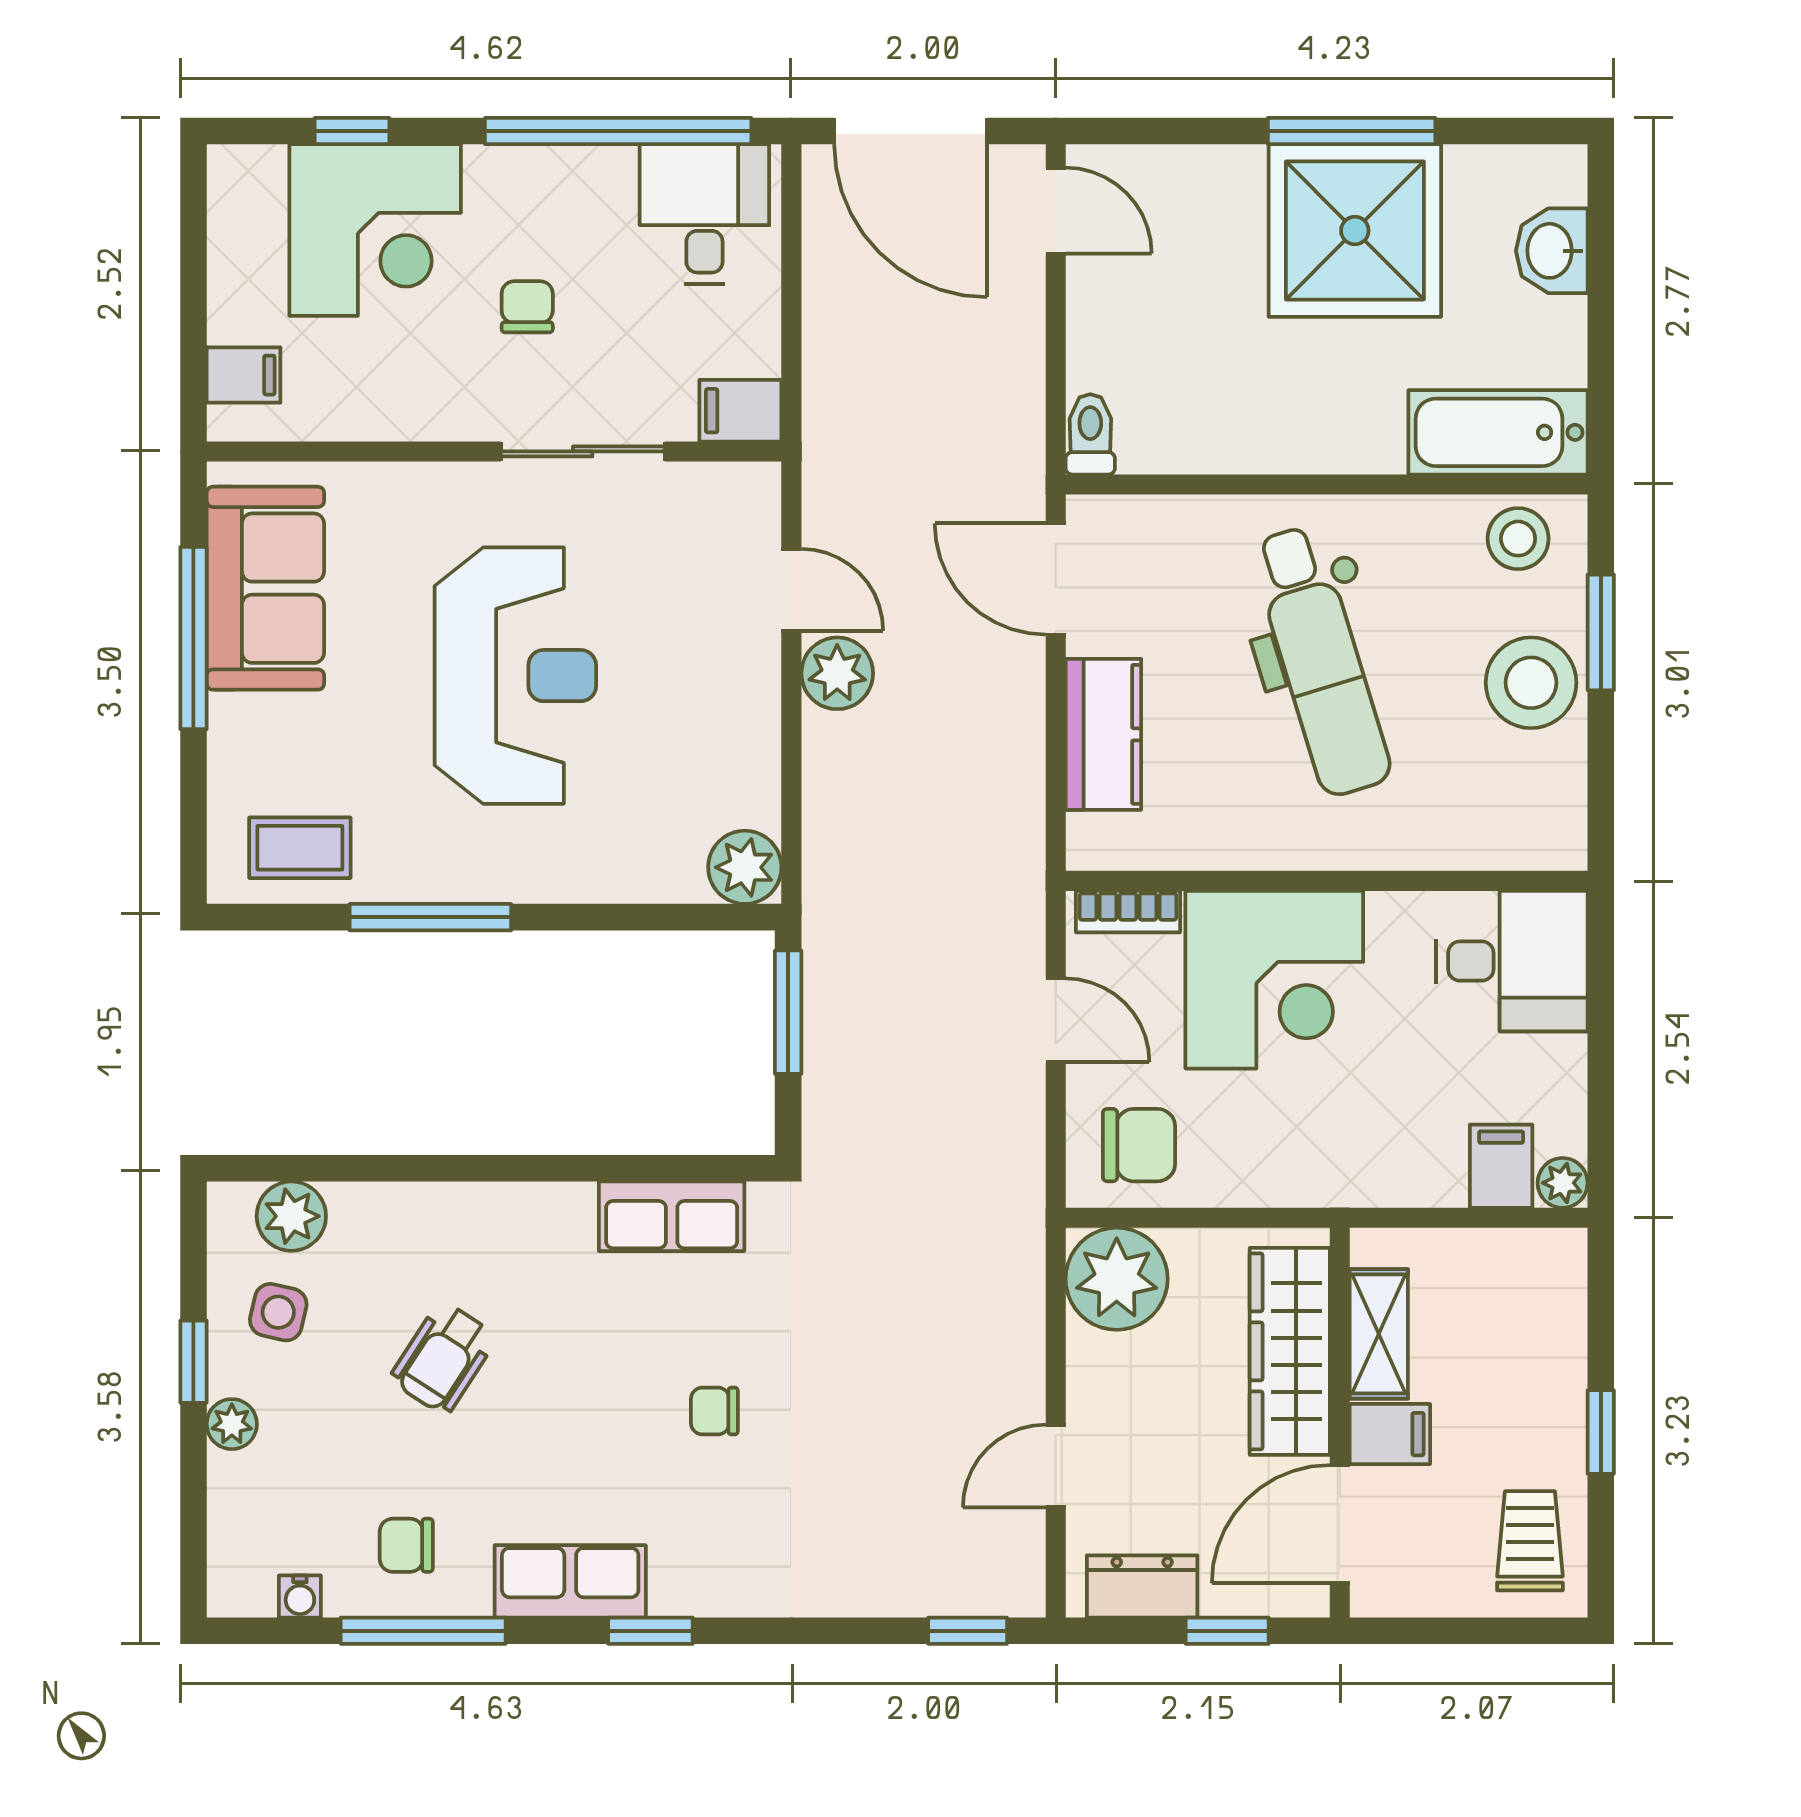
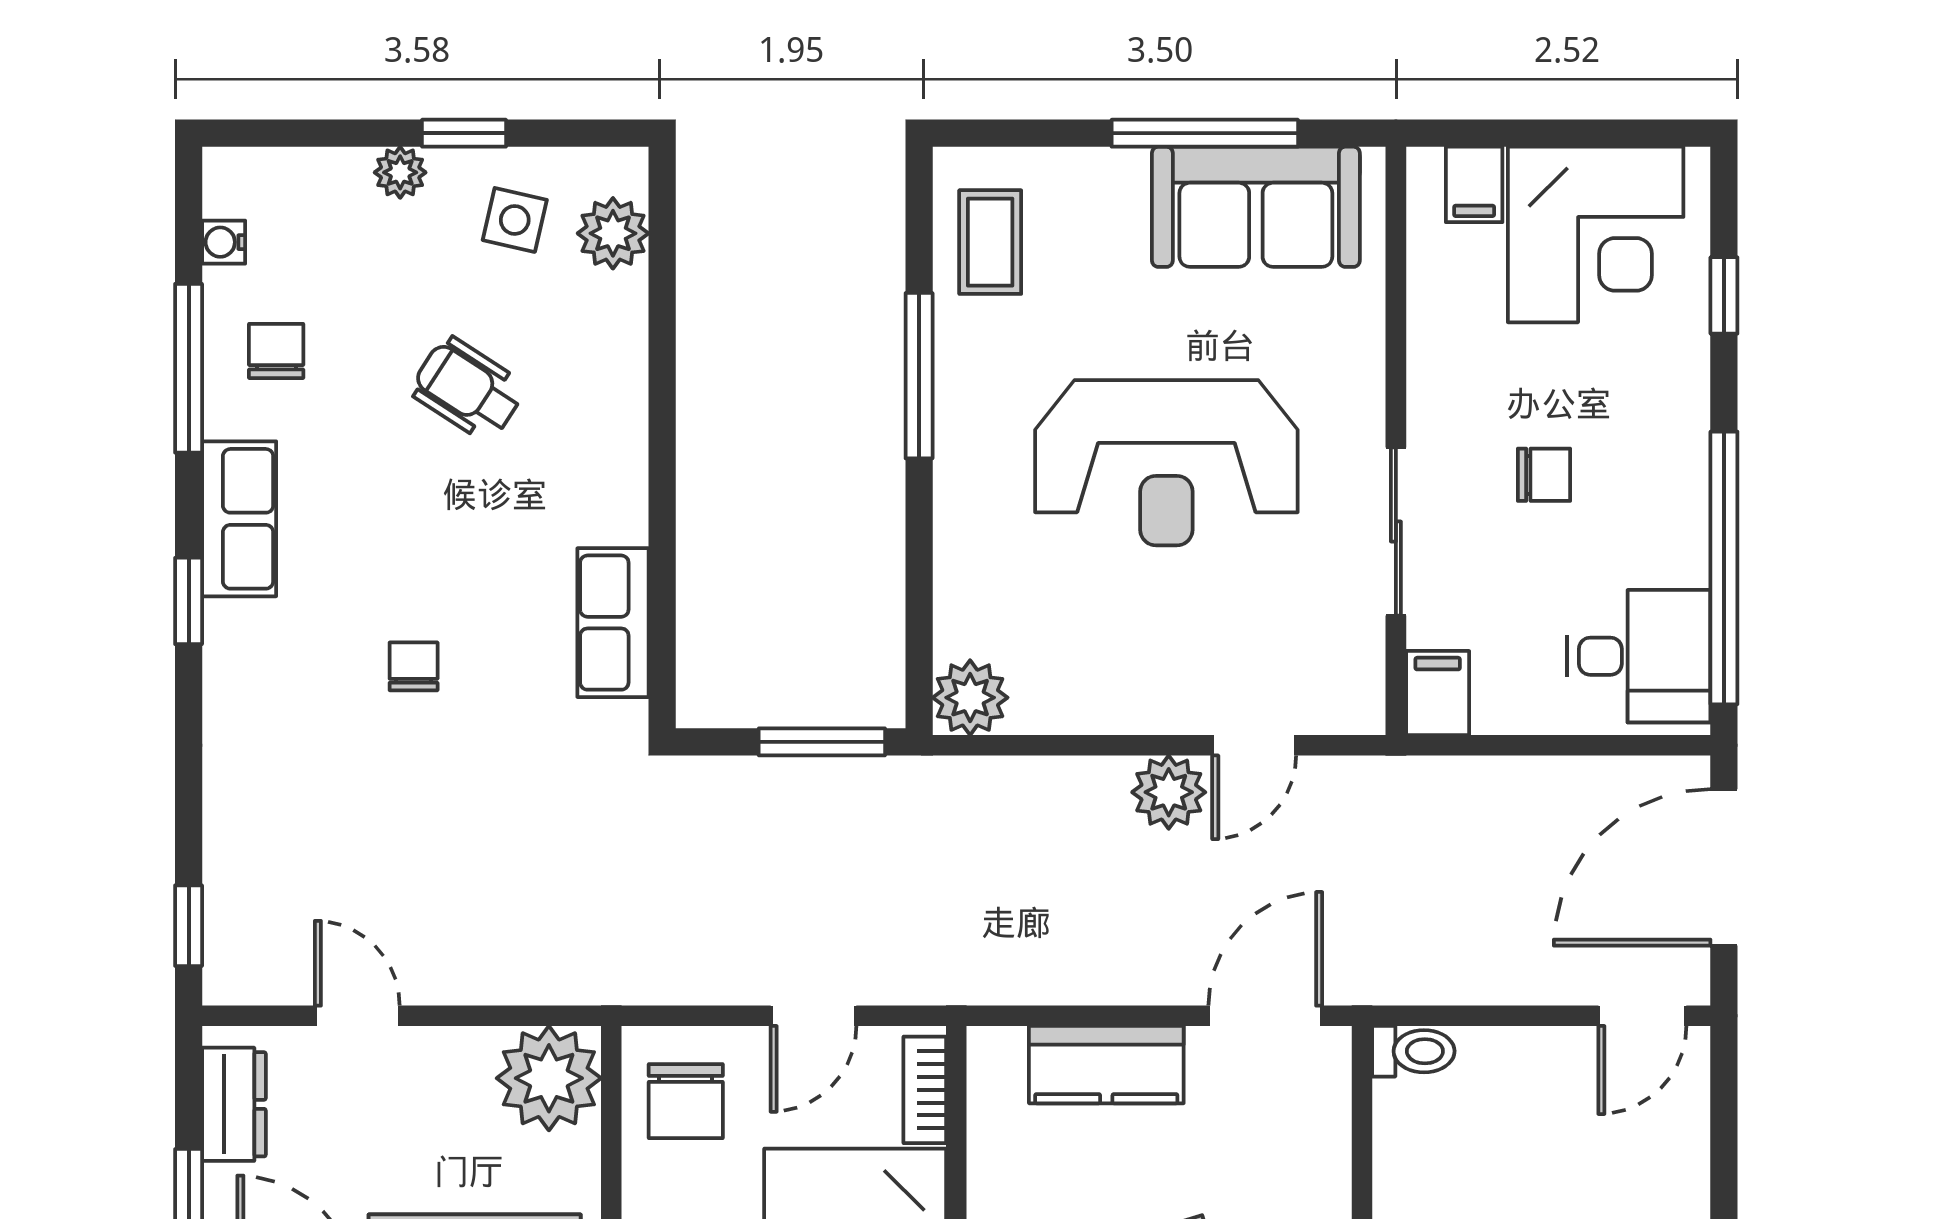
corner desk: (375, 230) -> (1596, 235), moved, turned -90

